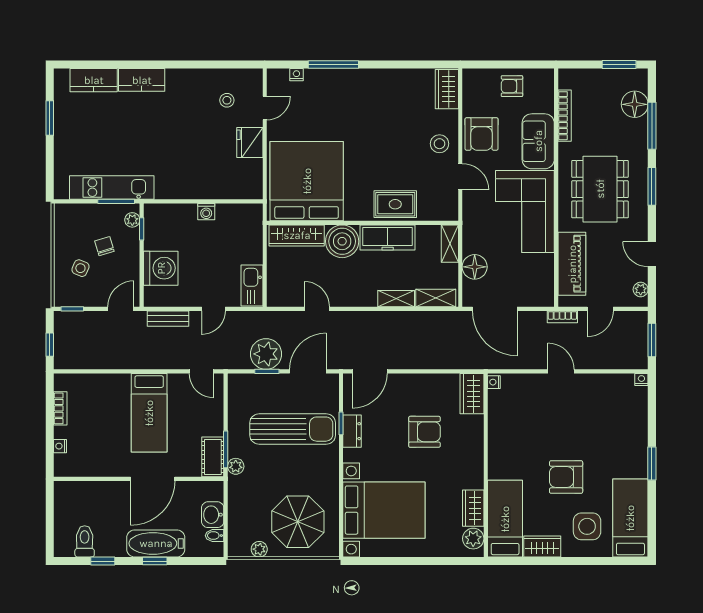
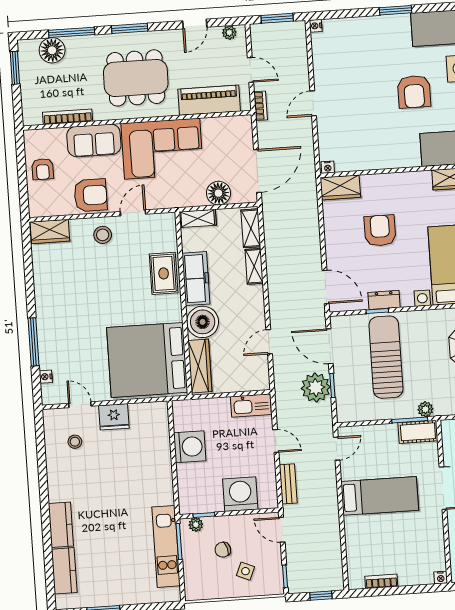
washing machine: (206, 212) -> (190, 447), width x1.89, depth x1.89
nightstand: (60, 446) -> (441, 578), moved

